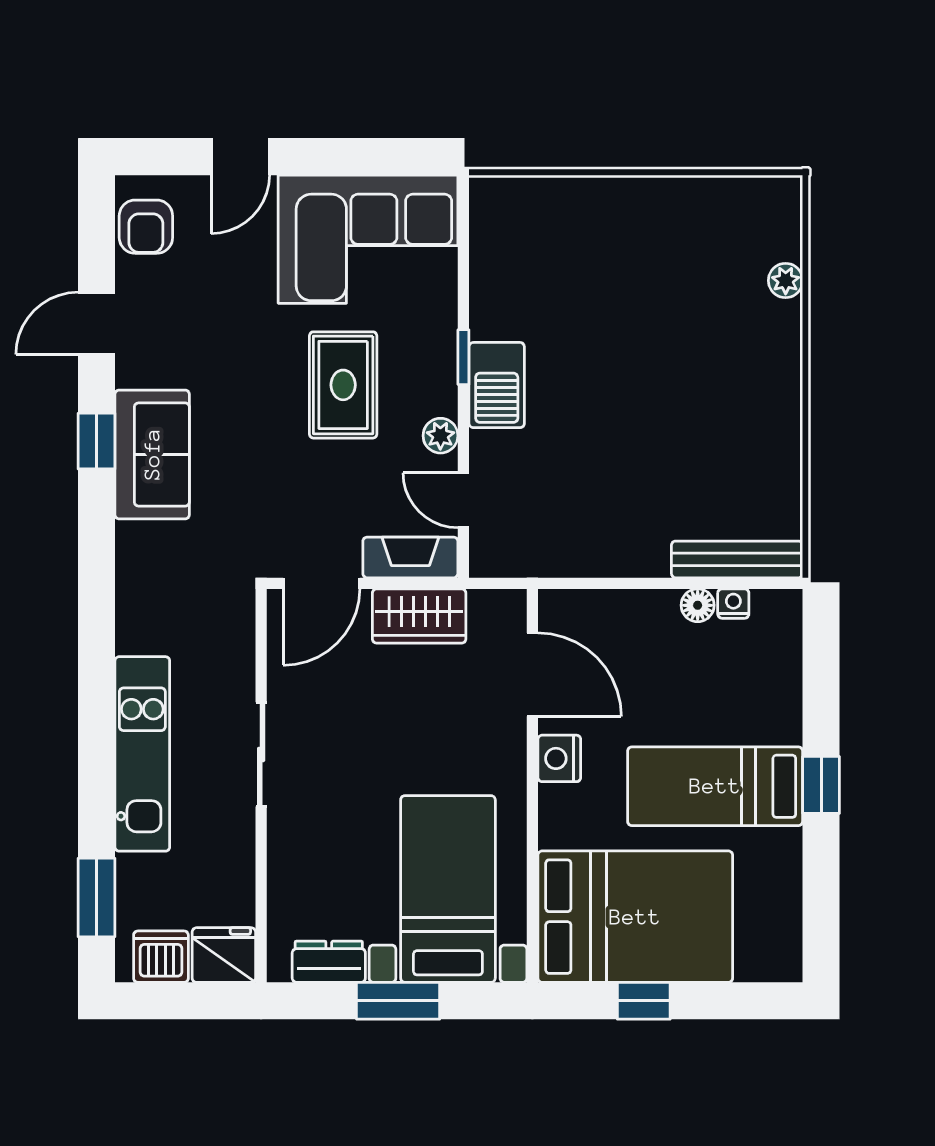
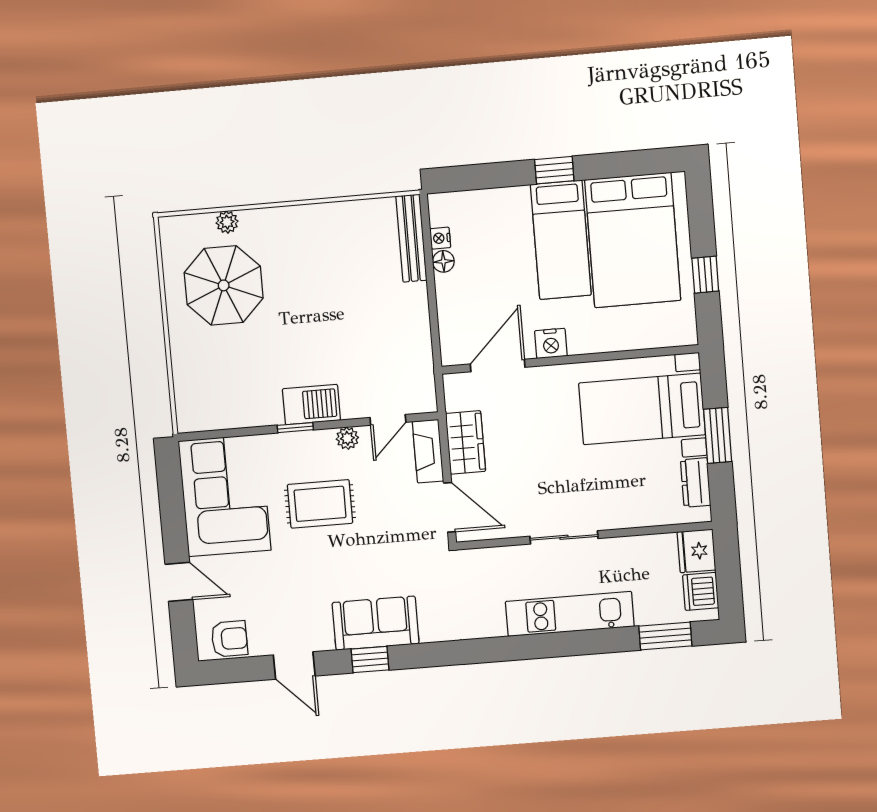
parasol: (690, 267) -> (224, 285), added
bed: (635, 917) -> (633, 240), moved, turned 180

